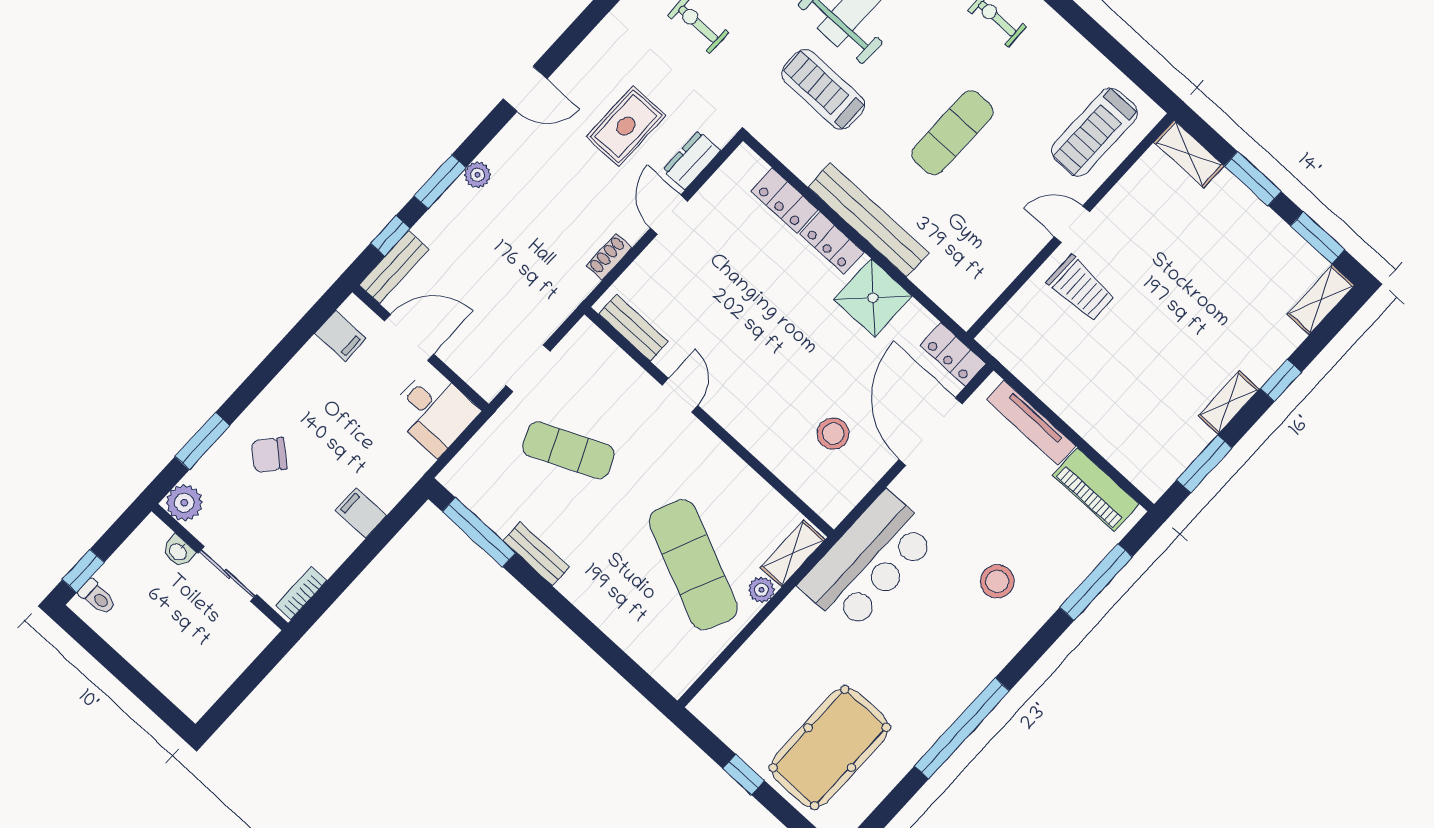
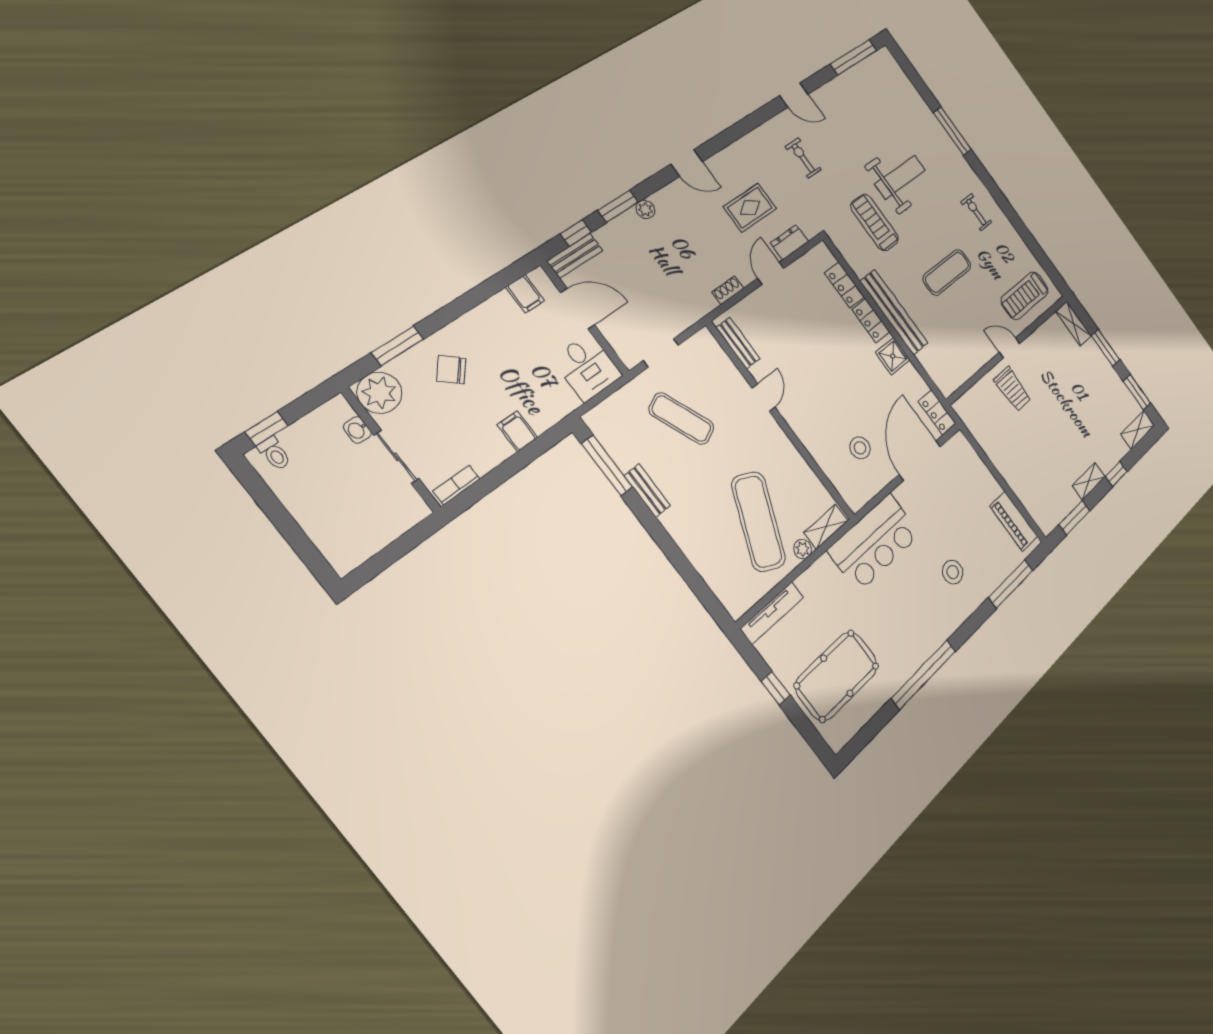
shower: (873, 298) -> (893, 356), width x0.73, depth x0.73
tv unit: (1031, 423) -> (772, 613), moved, turned -90
plant: (184, 503) -> (379, 393), width x1.36, depth x1.36

